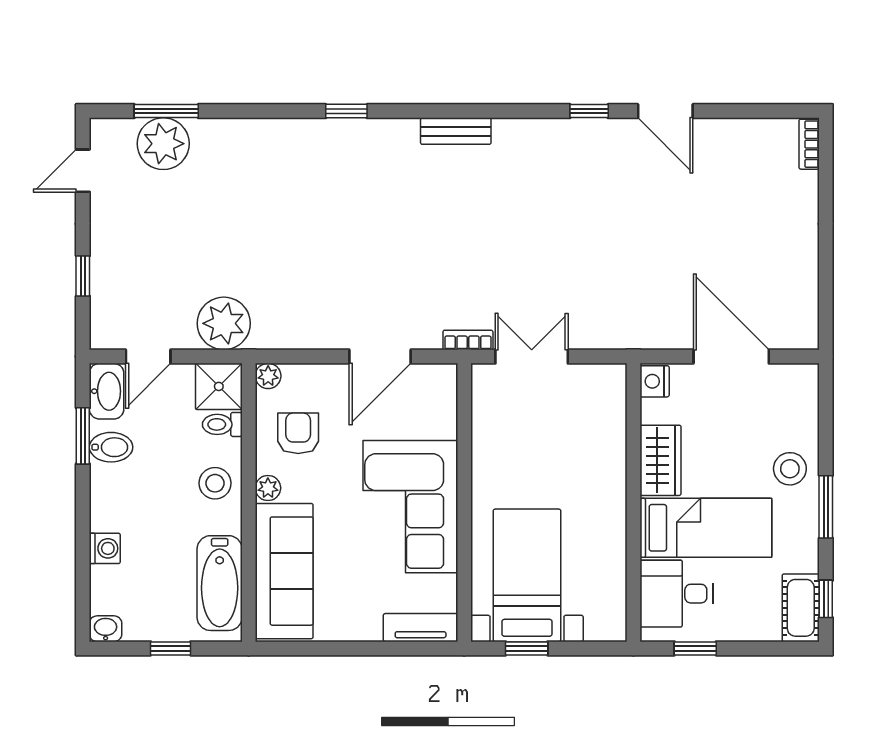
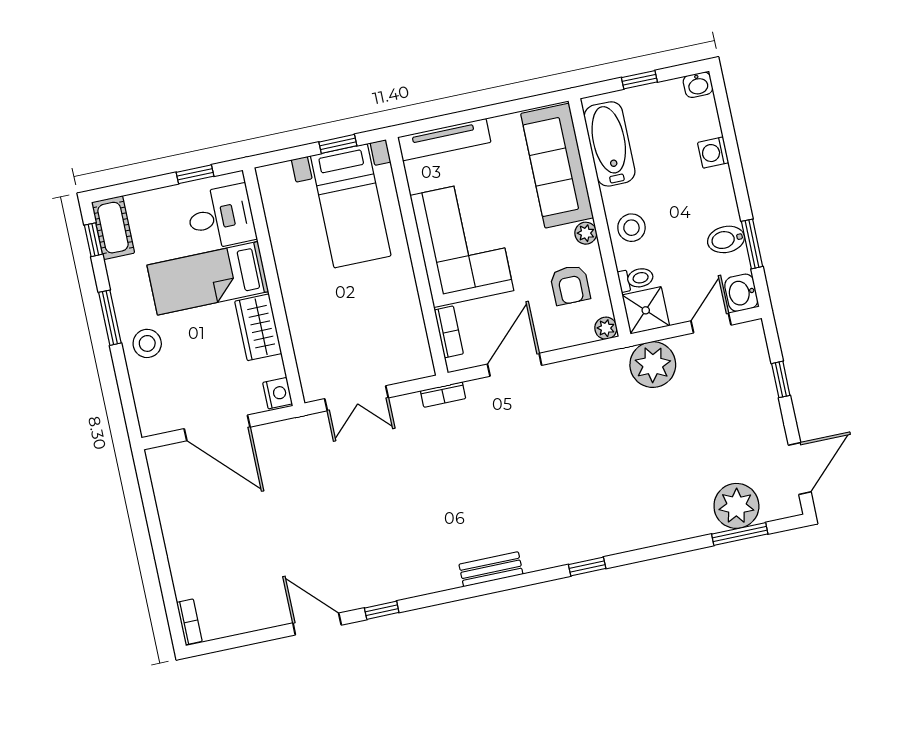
door: (83, 171) -> (800, 469), width x1.38
double door: (532, 356) -> (356, 398), moved
washbasin: (107, 391) -> (741, 293), width x0.72
bookcase: (446, 409) -> (449, 332), added
tv unit: (421, 628) -> (444, 140), width x1.41

